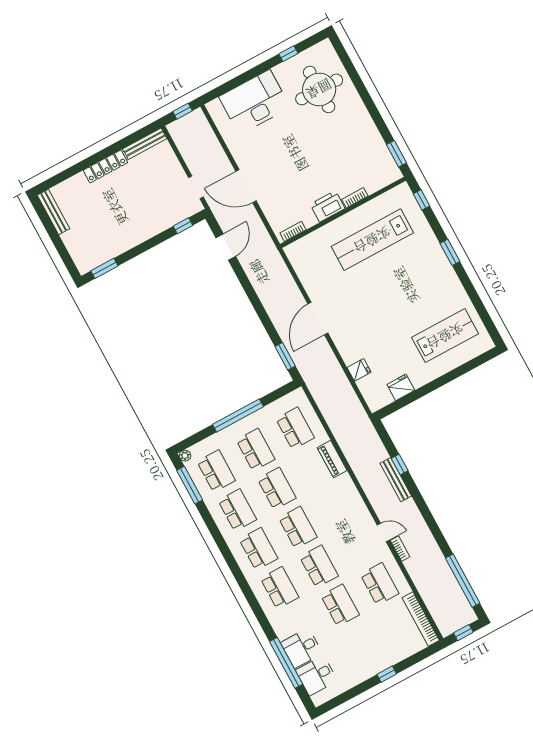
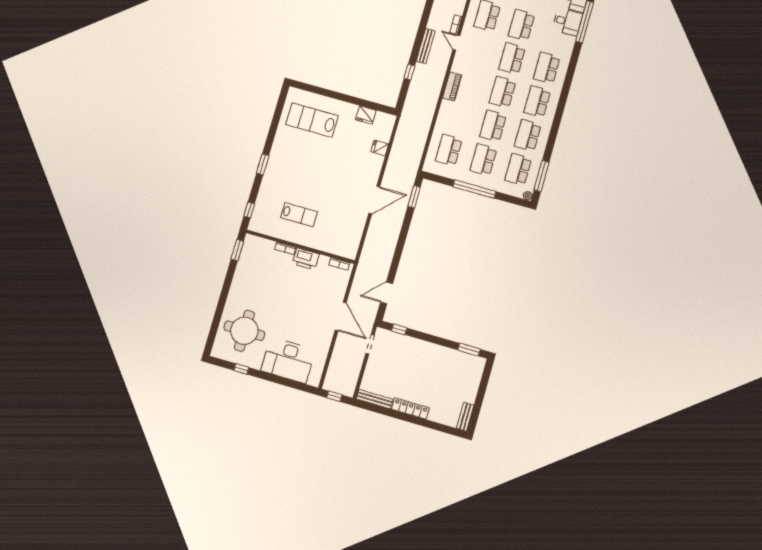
bench: (54, 212) -> (465, 417), width x0.73
lab bench: (372, 240) -> (299, 215), width x0.54, depth x0.72
piano: (332, 459) -> (452, 86), moved
bench: (396, 480) -> (426, 46), moved

